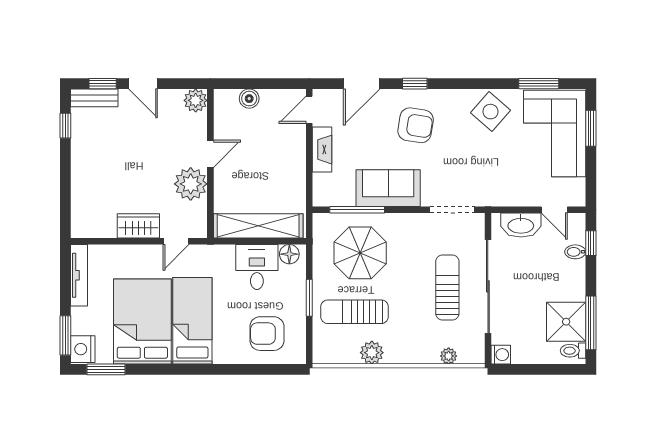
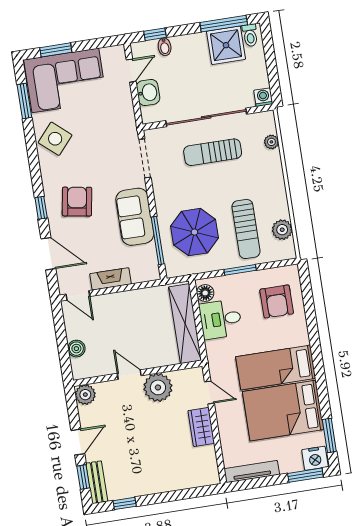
washbasin: (521, 225) -> (148, 92), width x0.72
plant: (372, 353) -> (282, 230), moved

